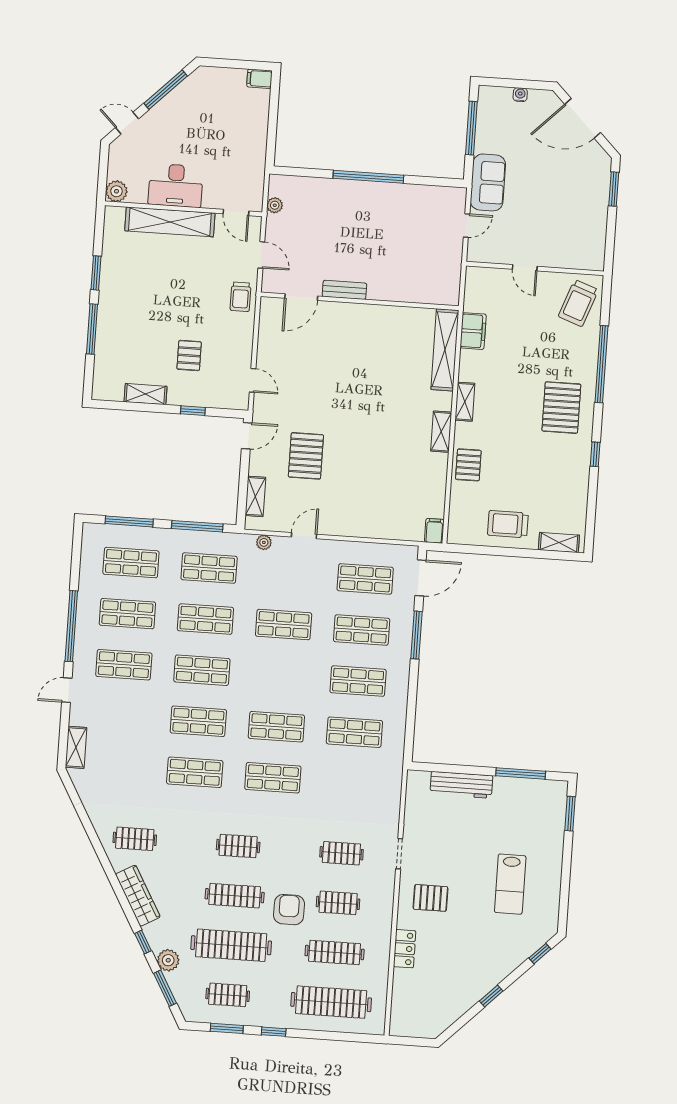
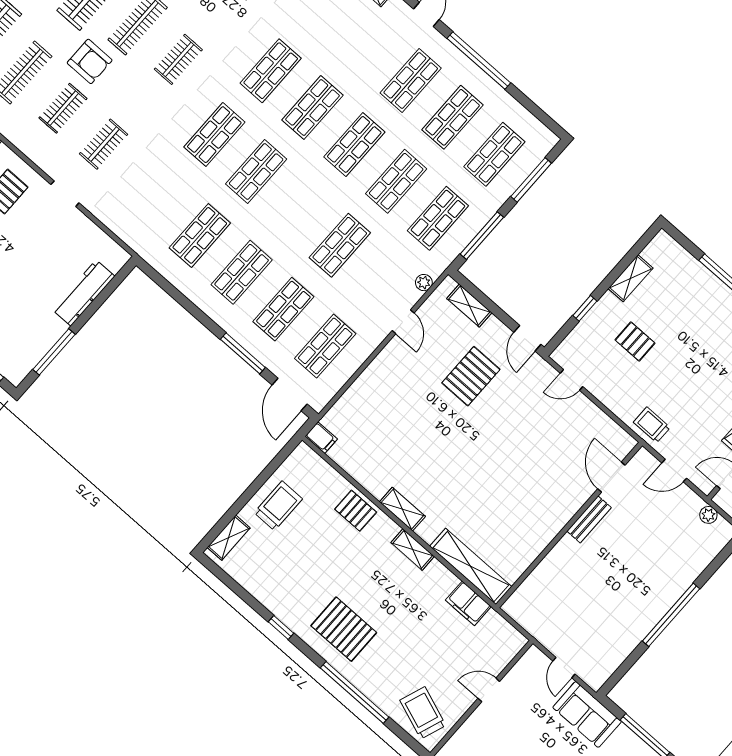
pallet: (306, 456) -> (471, 376), turned 90

